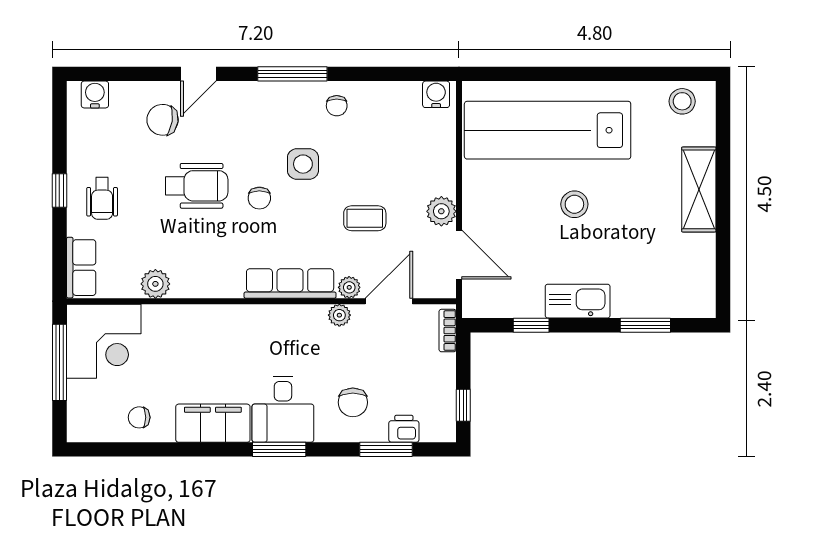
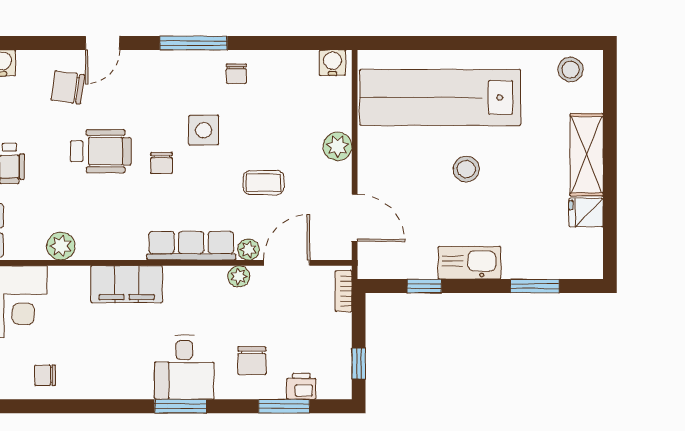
plant: (441, 211) -> (337, 146), moved
fridge: (698, 249) -> (586, 213), added
filing cabinet: (213, 423) -> (127, 284), moved, turned 180

